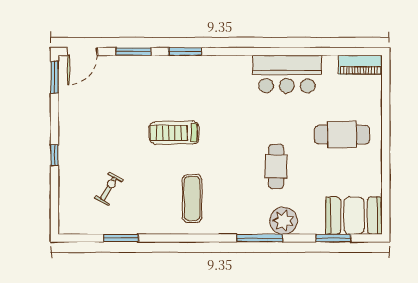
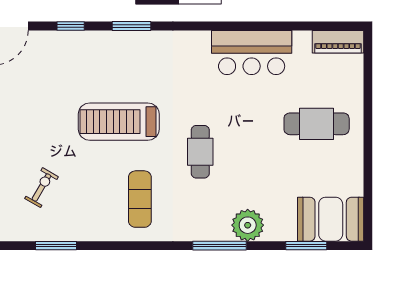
window: (133, 52) -> (71, 26), width x0.67
treadmill: (174, 133) -> (119, 122), width x1.37, depth x1.38
cafe table: (276, 166) -> (200, 152), moved

